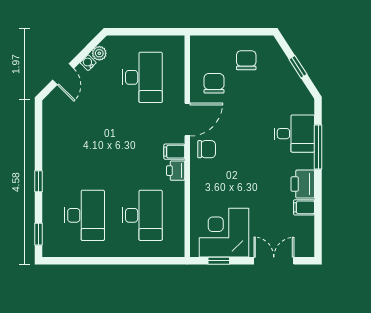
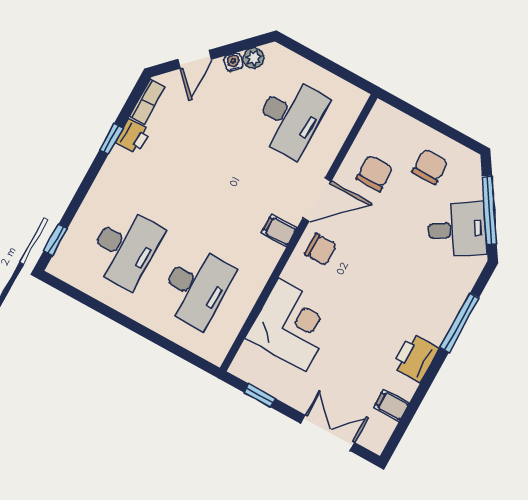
window: (298, 67) -> (489, 210), width x2.17
bookcase: (48, 117) -> (147, 102), added
desk: (294, 134) -> (457, 229), moved, turned -33
printer: (176, 171) -> (133, 136), moved, turned 180
window: (39, 181) -> (111, 139), moved
filing cabinet: (304, 207) -> (391, 405), moved
corner desk: (224, 233) -> (292, 325), moved, turned 90

